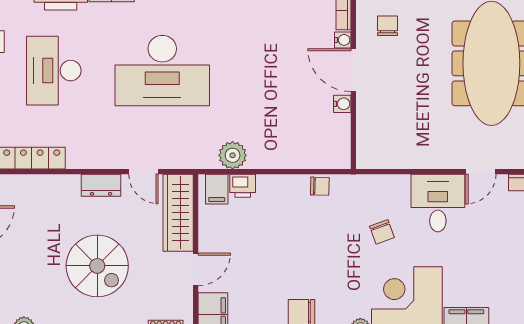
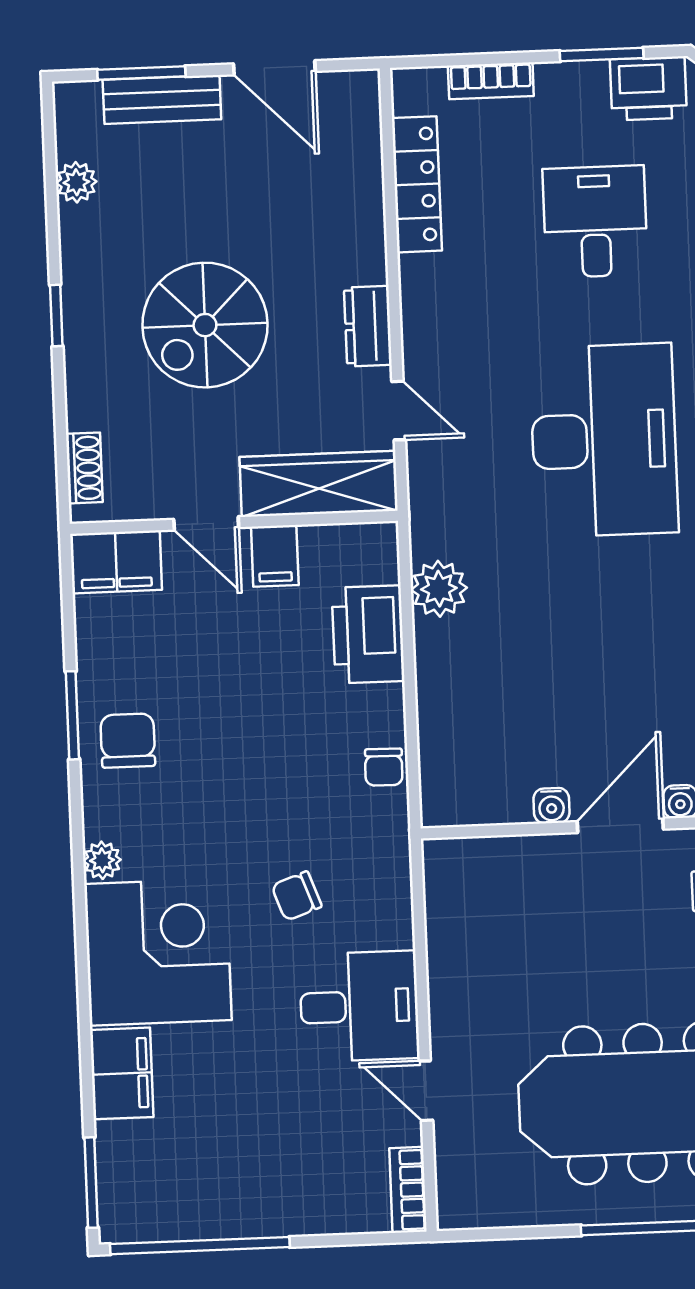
desk: (54, 71) -> (595, 222), width x0.73
desk: (162, 71) -> (604, 440), turned 180
door: (143, 172) -> (399, 411), swing flipped
printer: (243, 186) -> (368, 634), width x1.87, depth x1.48
filing cabinet: (217, 189) -> (275, 556), moved, turned -90

